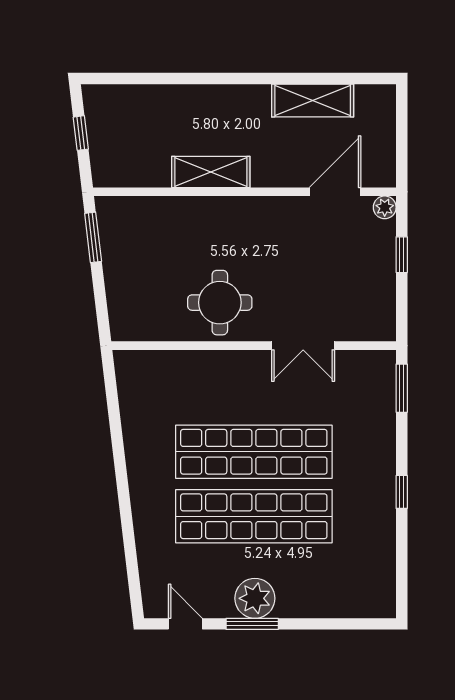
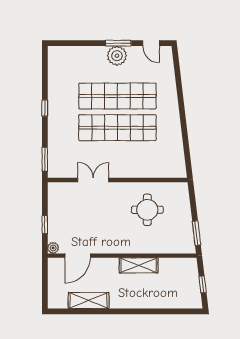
round table: (220, 303) -> (147, 210), moved

